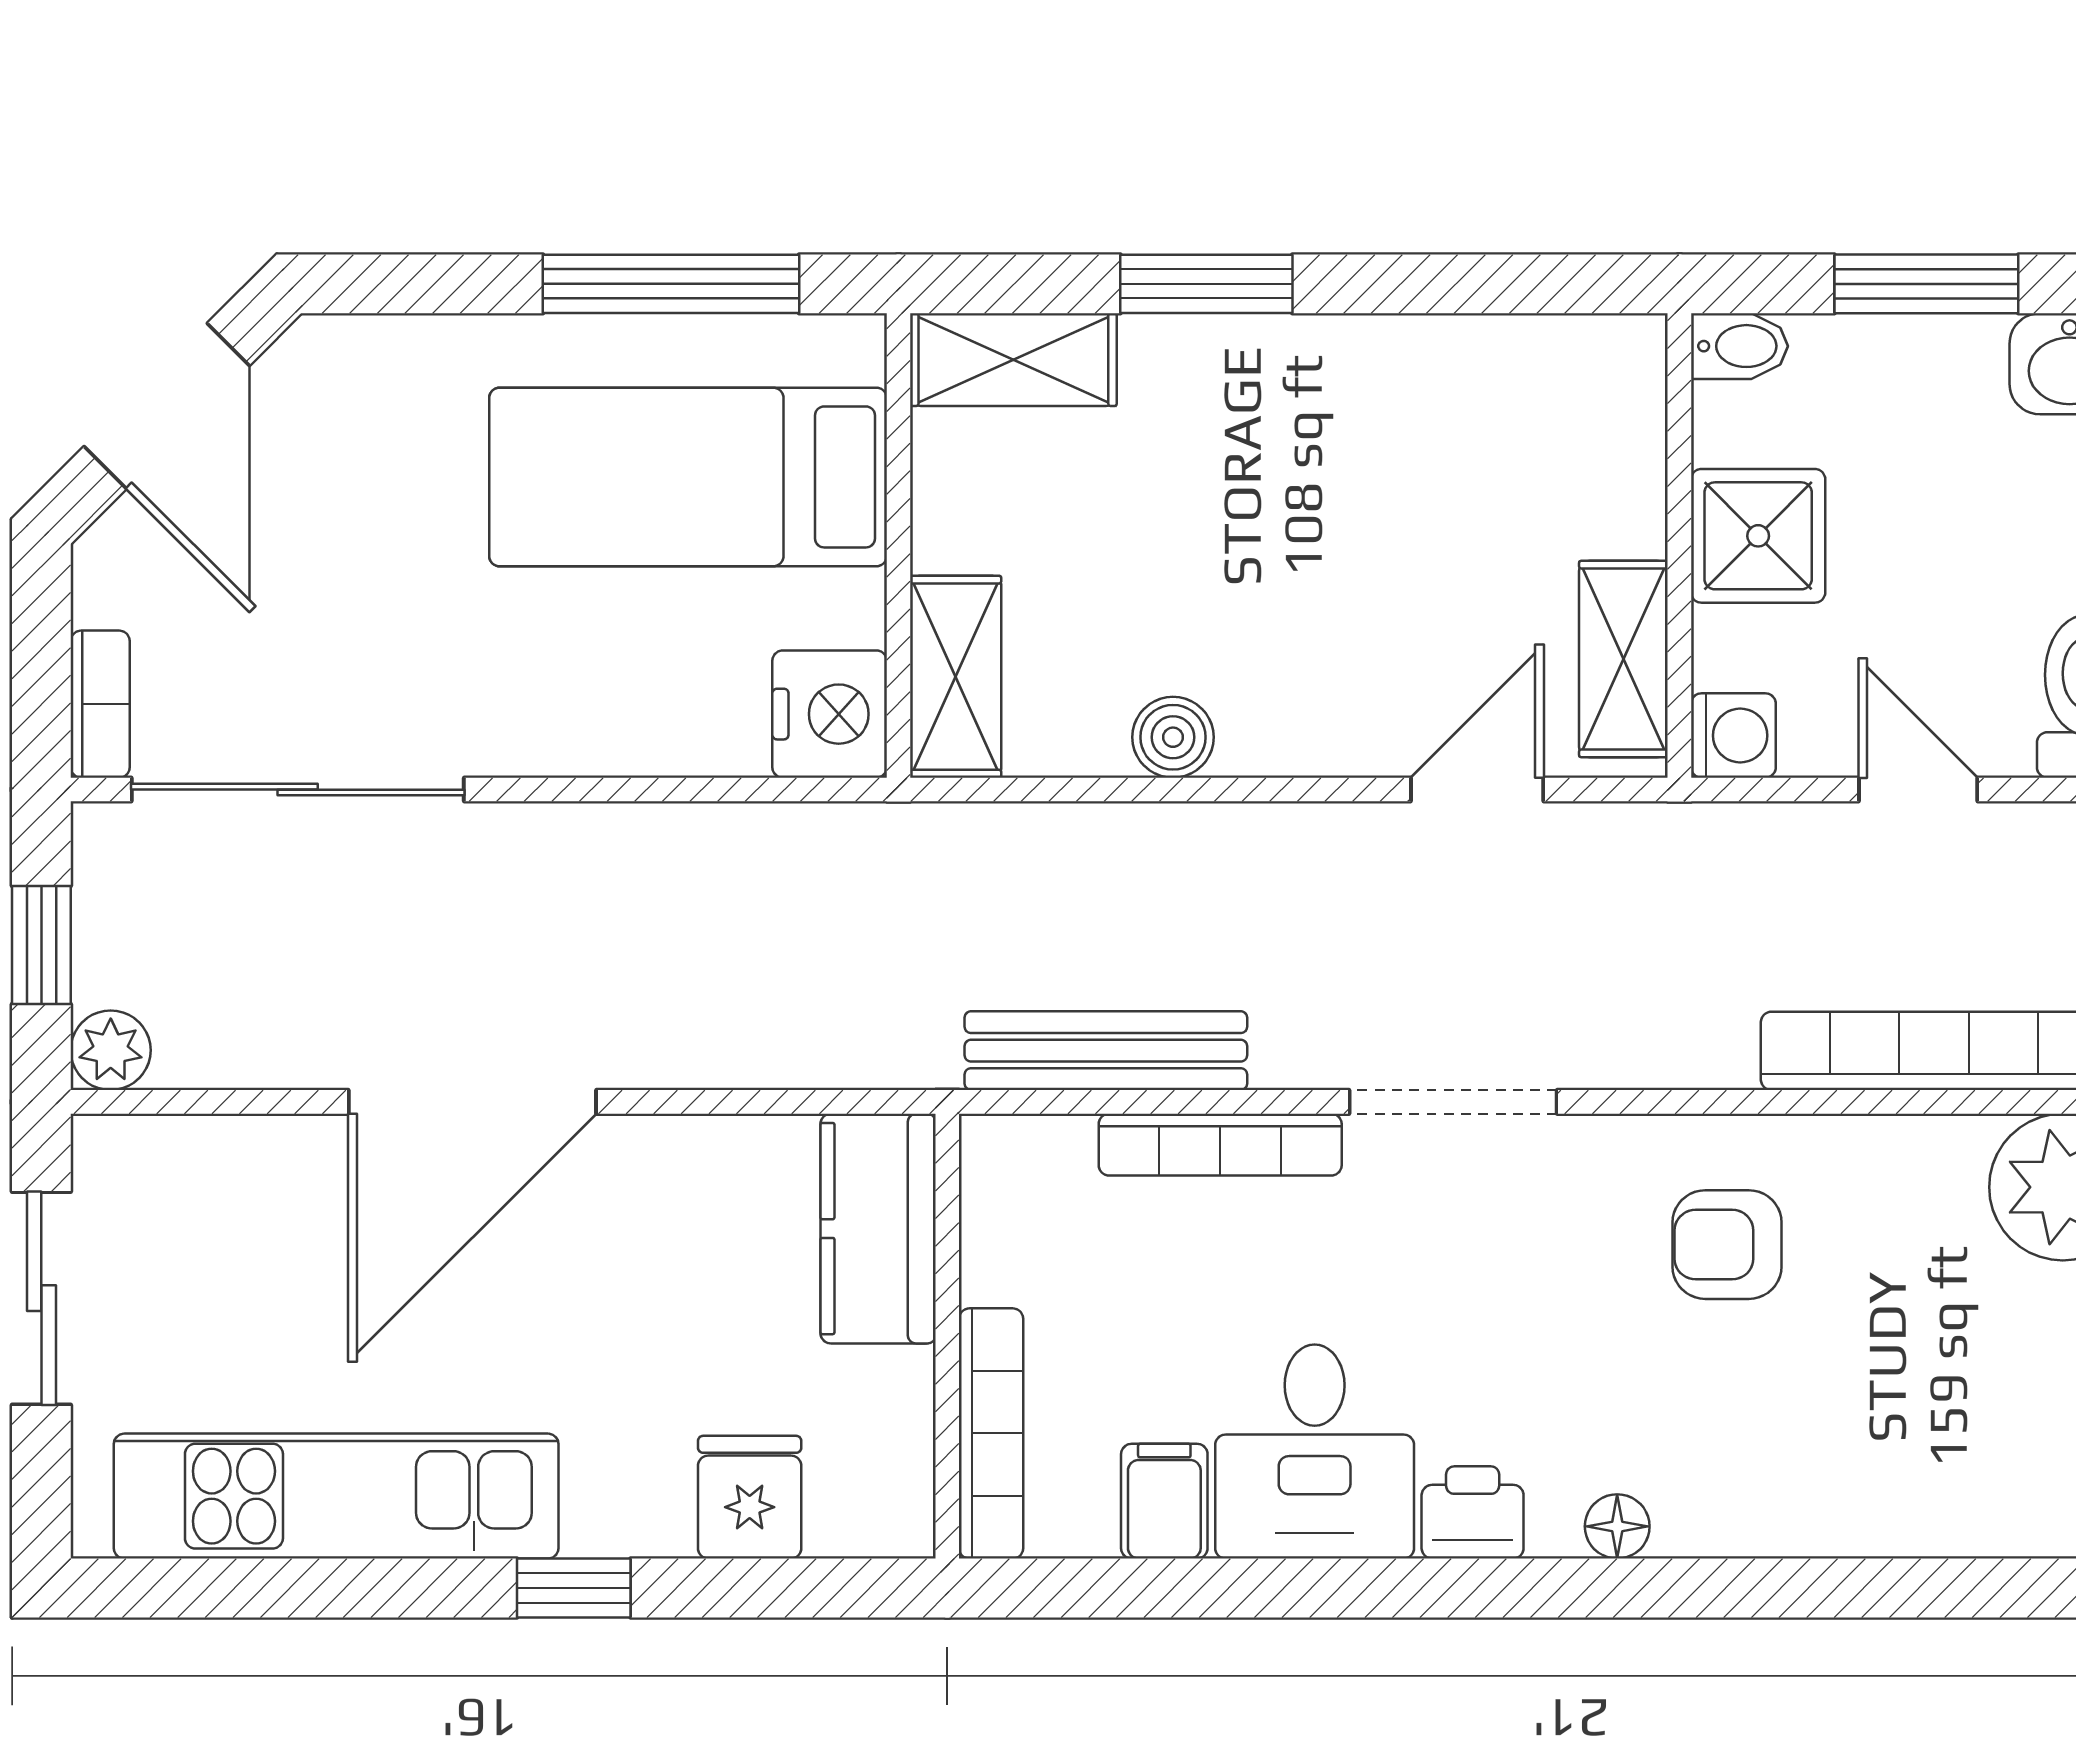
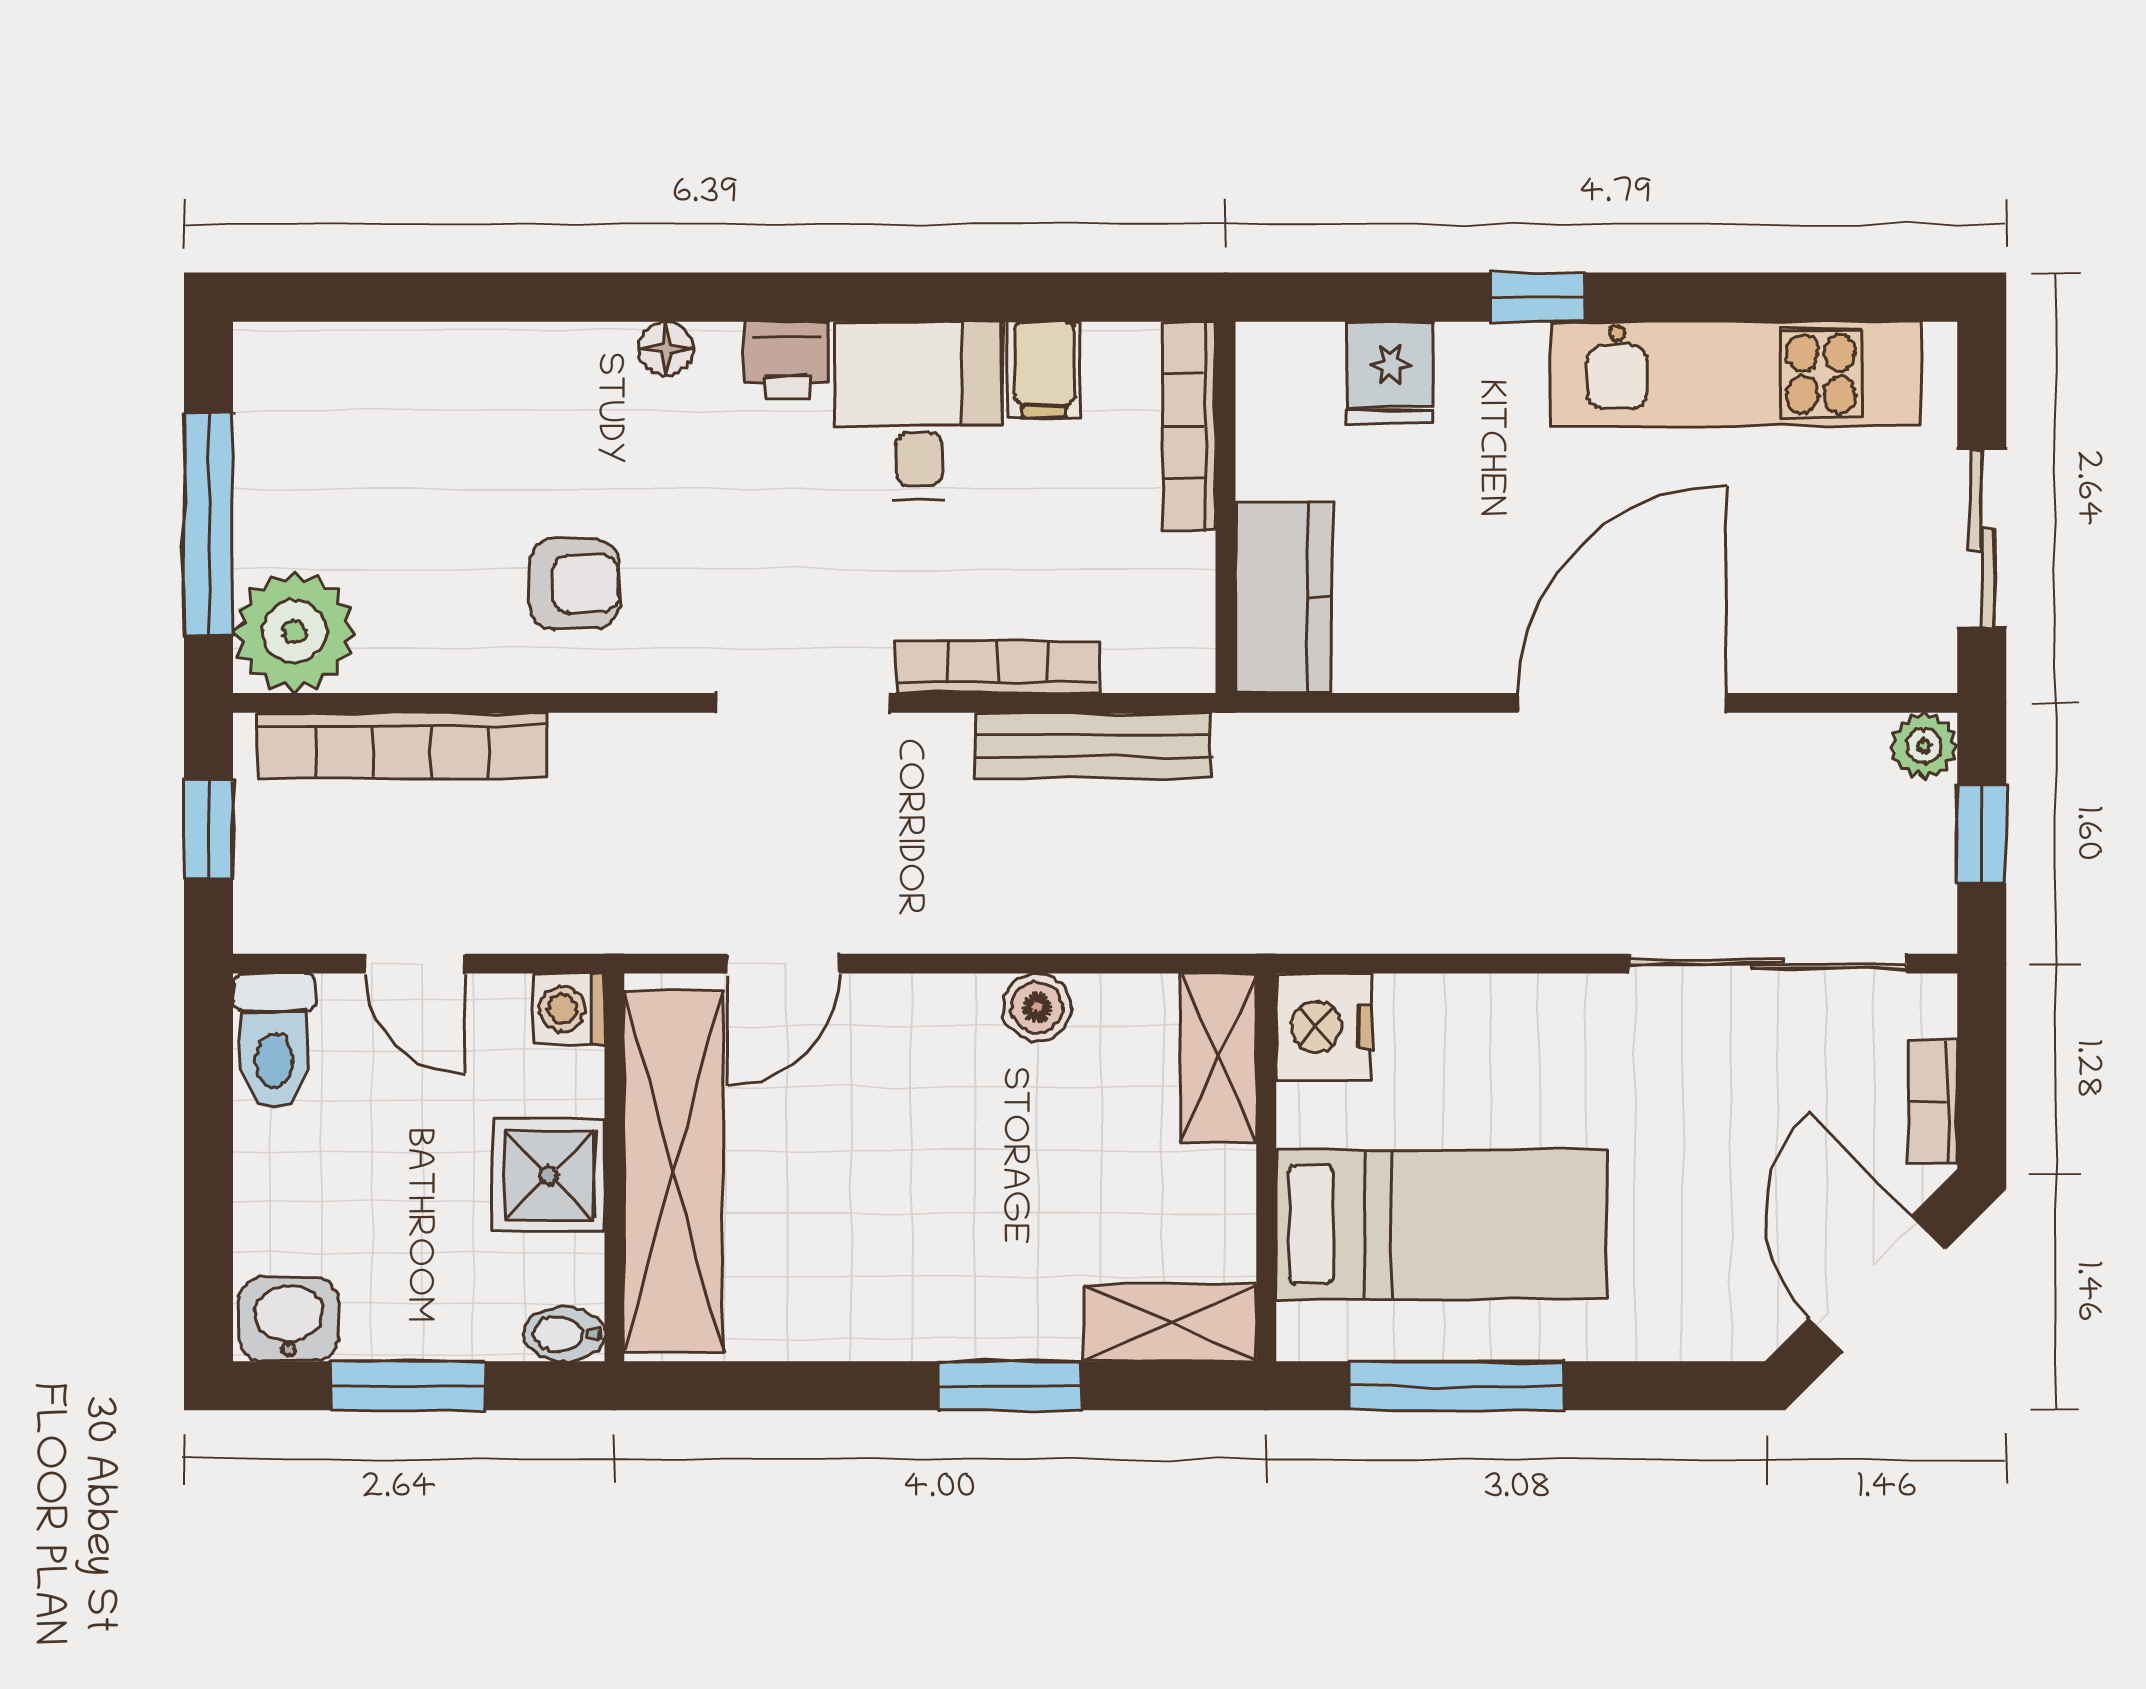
shelving: (1623, 659) -> (673, 1171), width x2.20, depth x1.33
bookcase: (100, 704) -> (1933, 1102), moved

